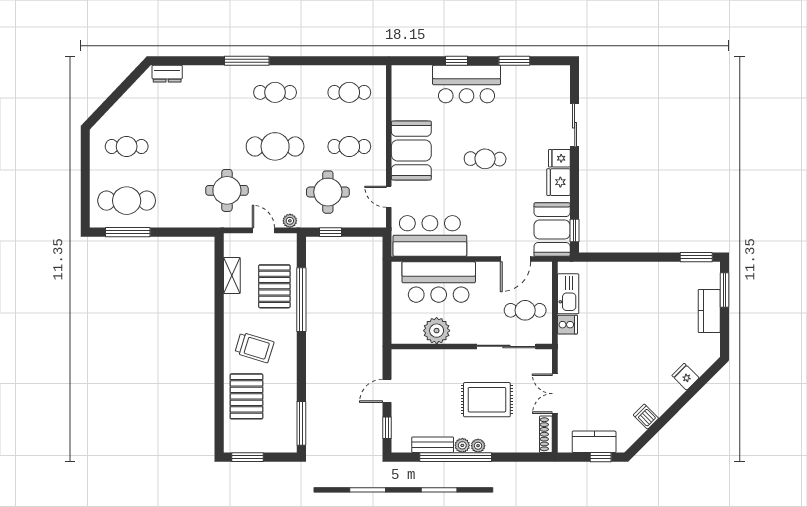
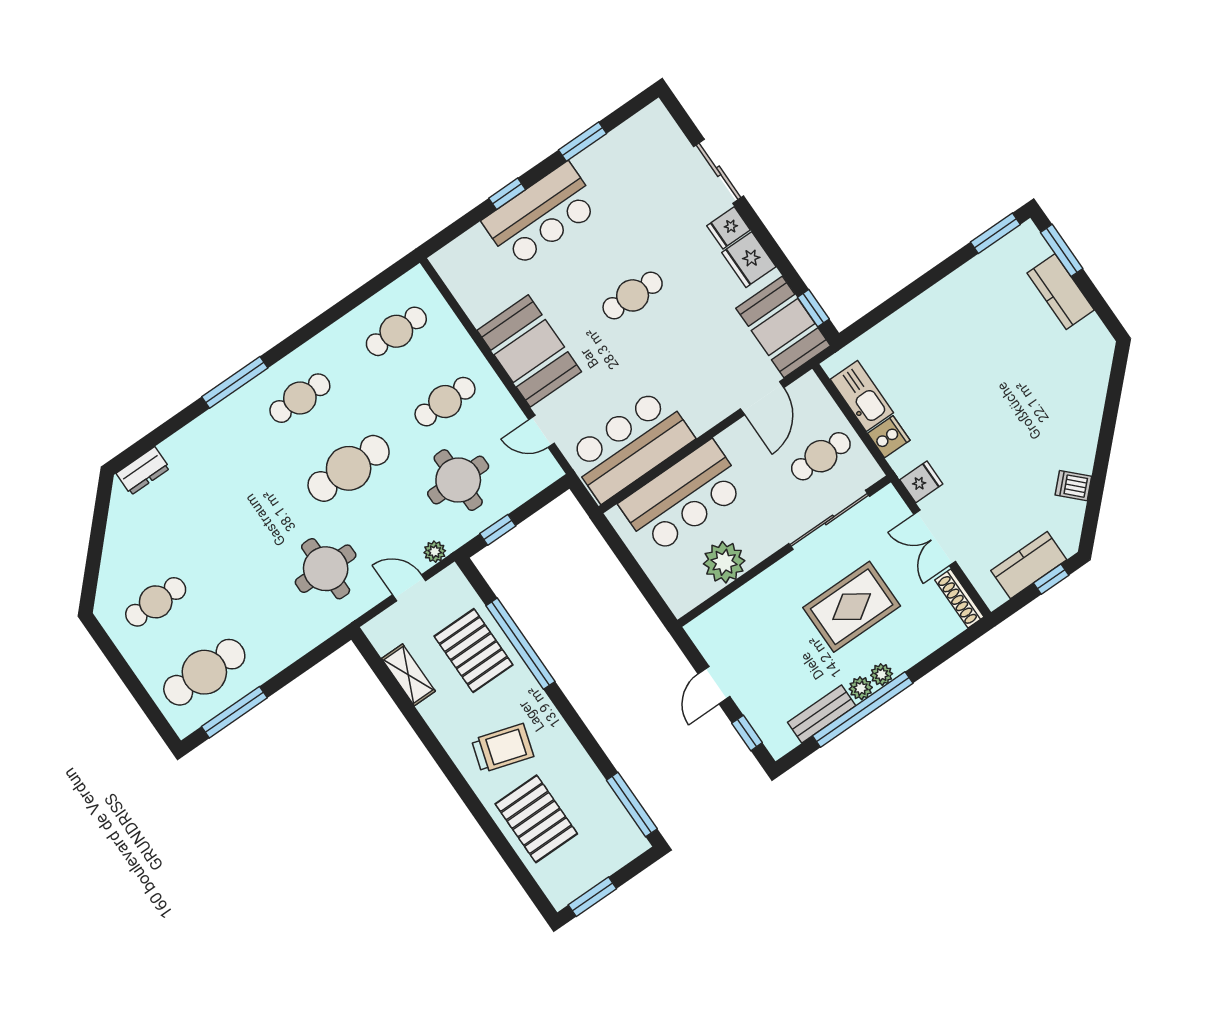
fridge: (685, 377) -> (921, 482), moved, turned 135

